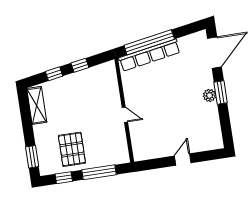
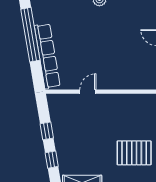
window: (149, 42) -> (30, 35), moved
door: (125, 115) -> (88, 92), moved

